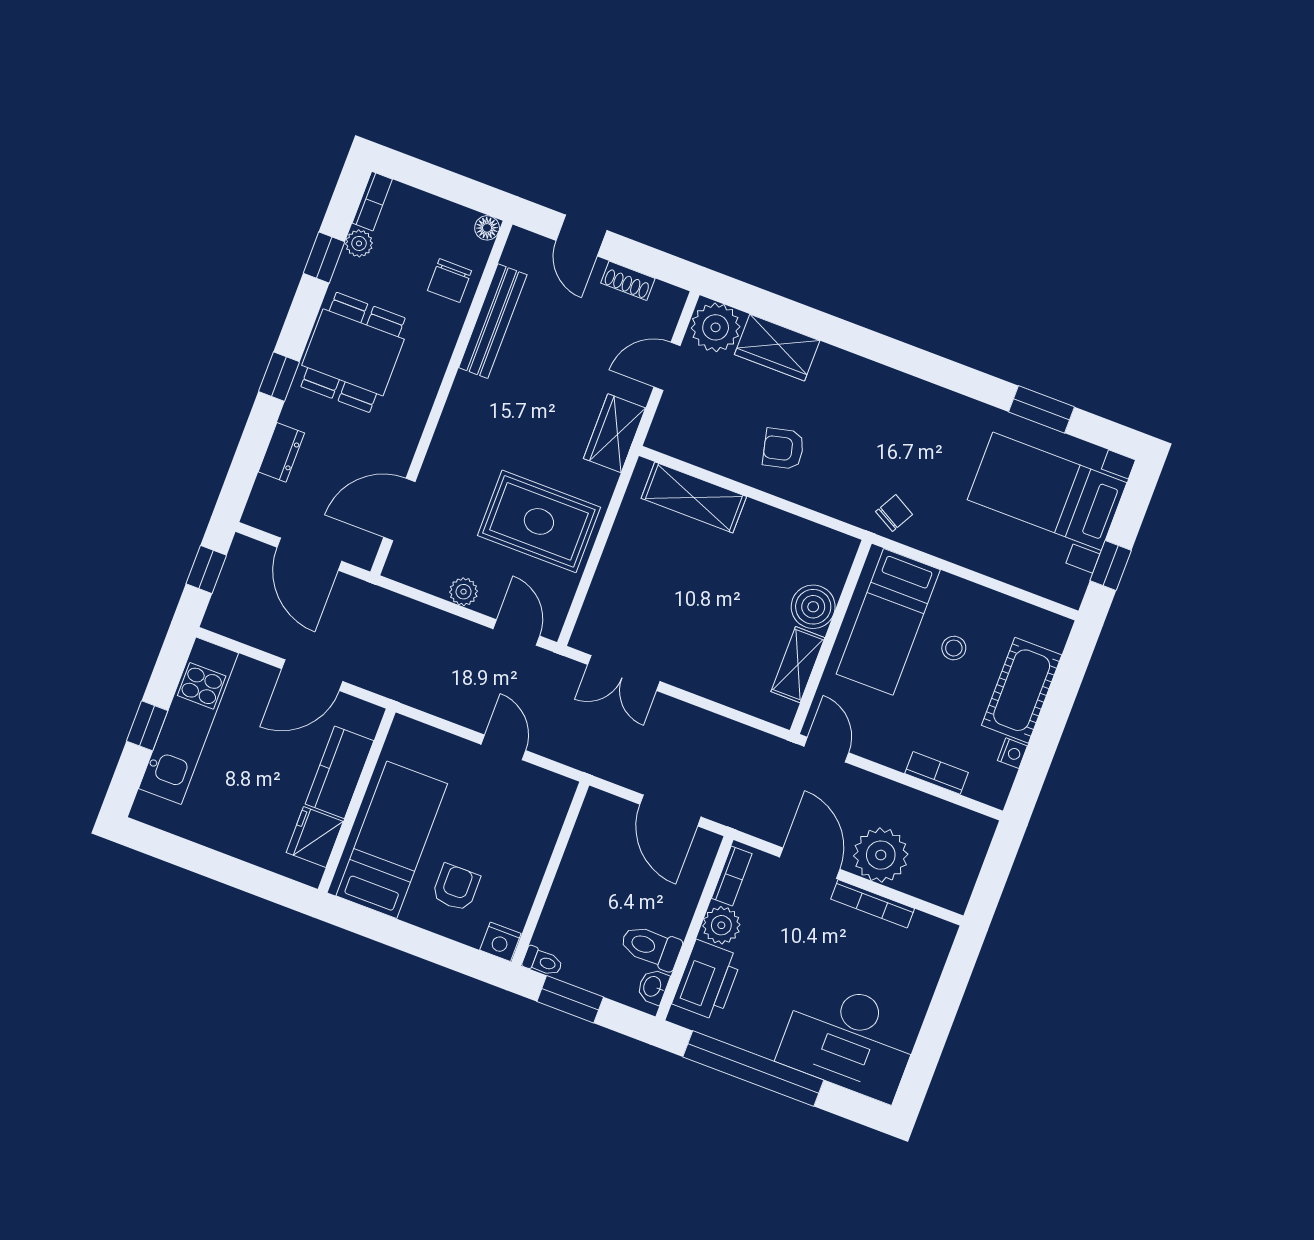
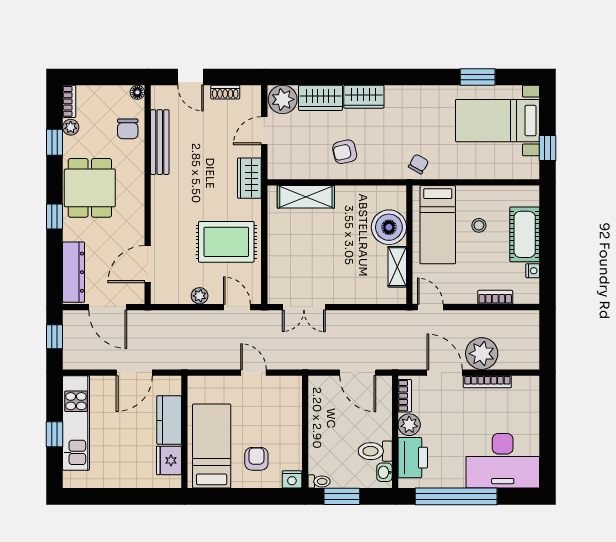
wardrobe: (847, 372) -> (364, 97), added
dresser: (281, 452) -> (74, 272), width x1.96, depth x1.24
boiler: (813, 607) -> (389, 227), width x1.37, depth x1.37

